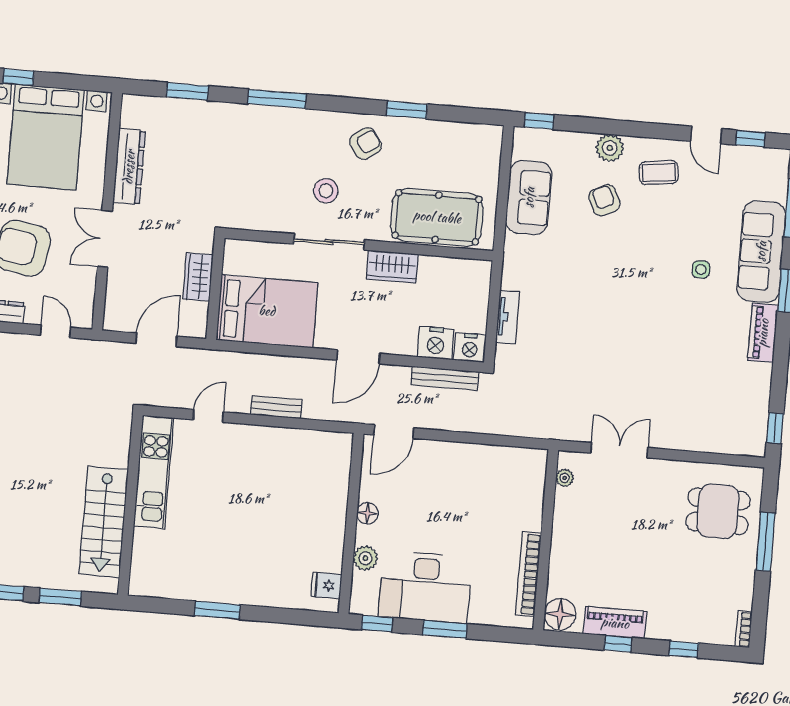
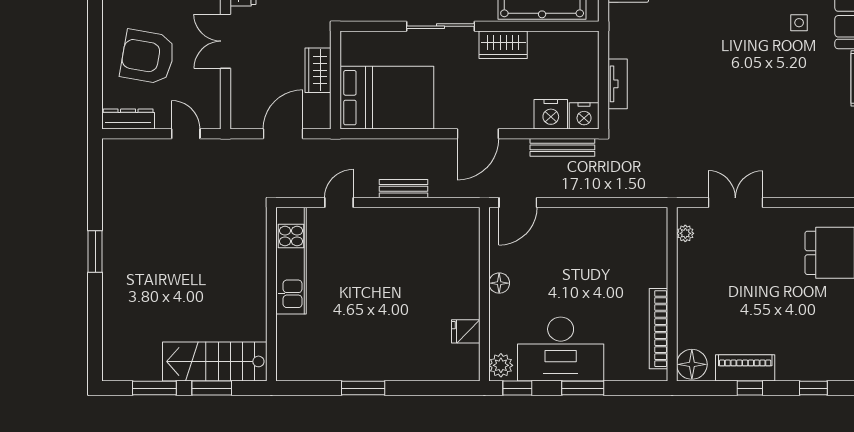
stairs: (104, 522) -> (215, 361), moved, turned 90
plant: (365, 558) -> (501, 365), moved
fridge: (326, 585) -> (466, 331), moved

